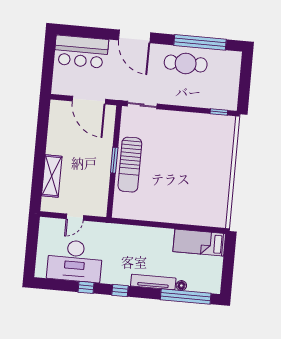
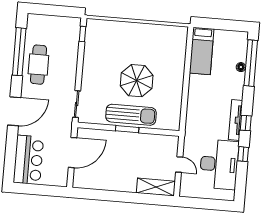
parasol: (167, 171) -> (137, 81), added
shelving: (52, 176) -> (156, 187), moved
tv unit: (153, 282) -> (236, 120), moved

